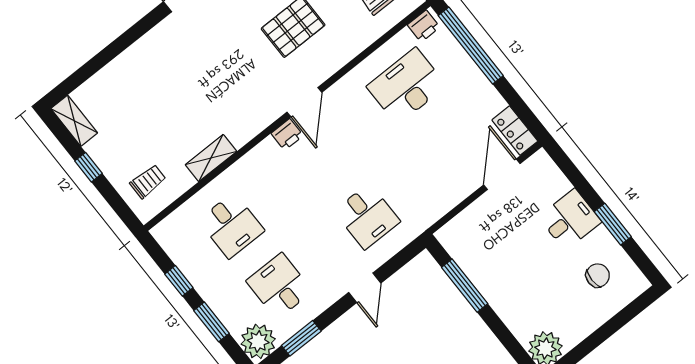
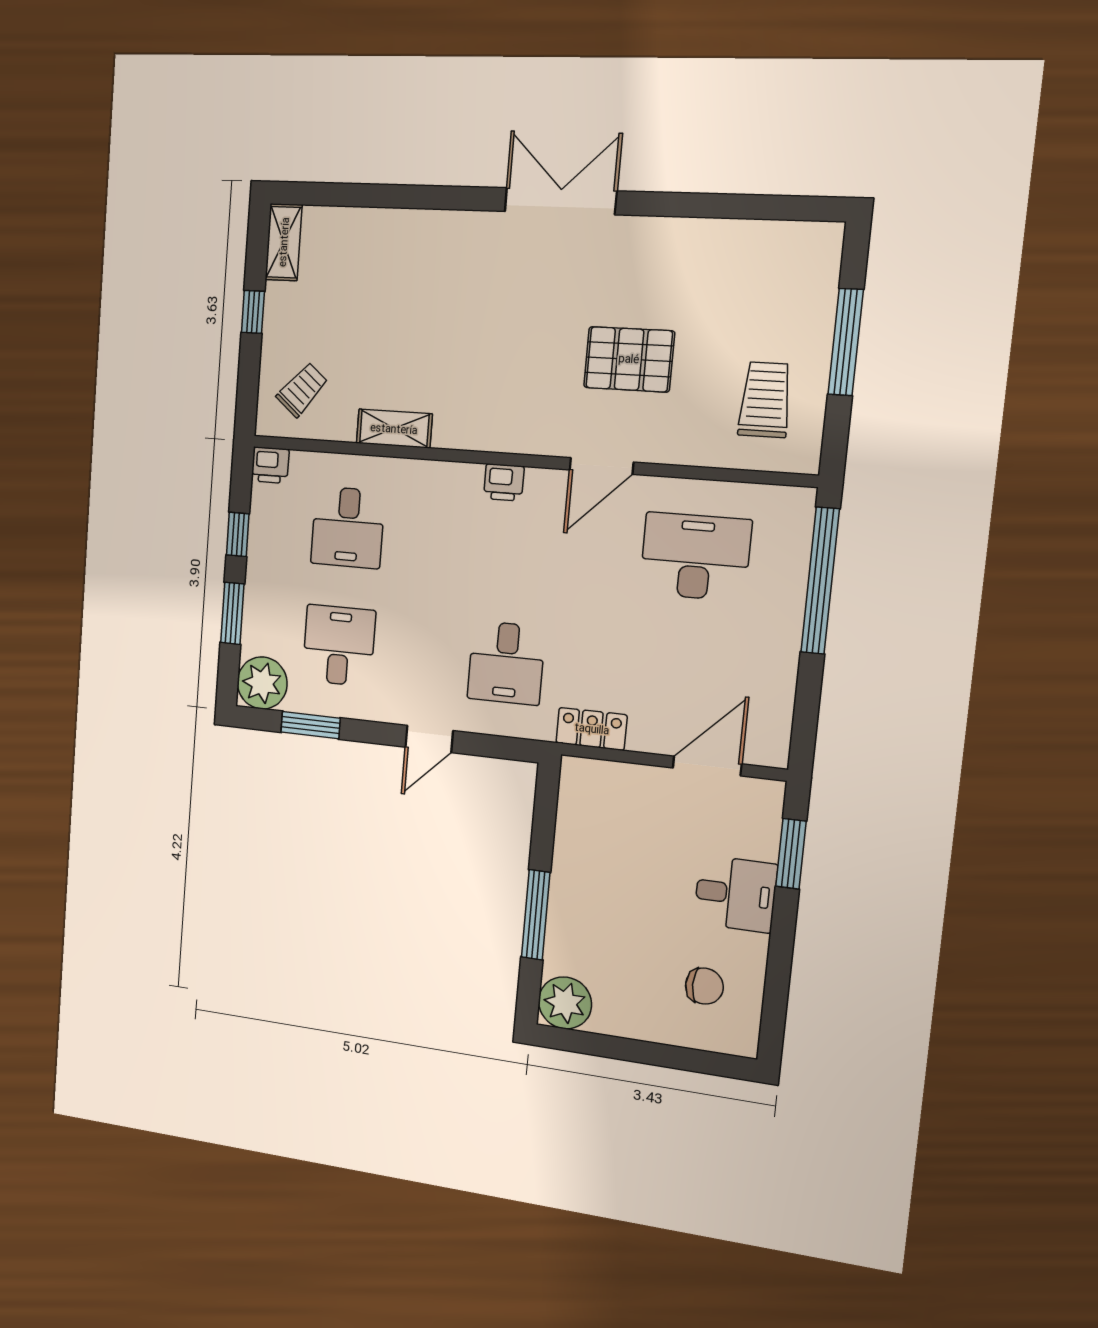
printer: (424, 26) -> (270, 465), moved
door: (304, 102) -> (601, 466), moved
locker: (515, 131) -> (592, 729), moved, turned 90
trolley: (148, 181) -> (302, 390), turned -50
window: (613, 224) -> (791, 854), moved
window: (465, 286) -> (536, 915), moved

